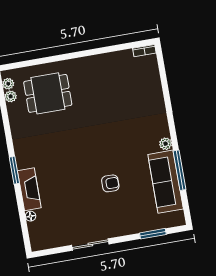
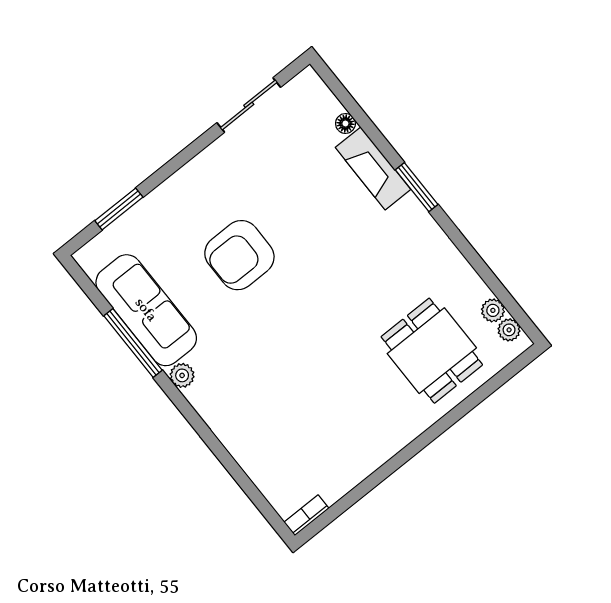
dining table: (48, 93) -> (432, 351), turned 90
armchair: (110, 183) -> (239, 255), width x1.88, depth x1.88
sliding door: (90, 245) -> (249, 105), moved

